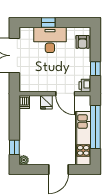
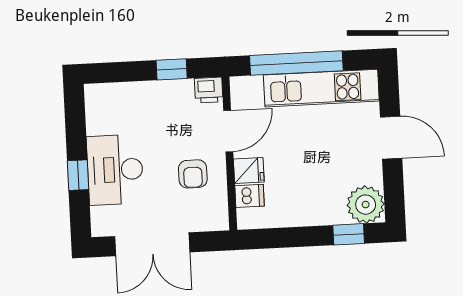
armchair: (83, 42) -> (193, 174), moved, turned 90
dishwasher: (24, 102) -> (249, 196), moved
plant: (24, 160) -> (366, 205), width x1.88, depth x1.88

